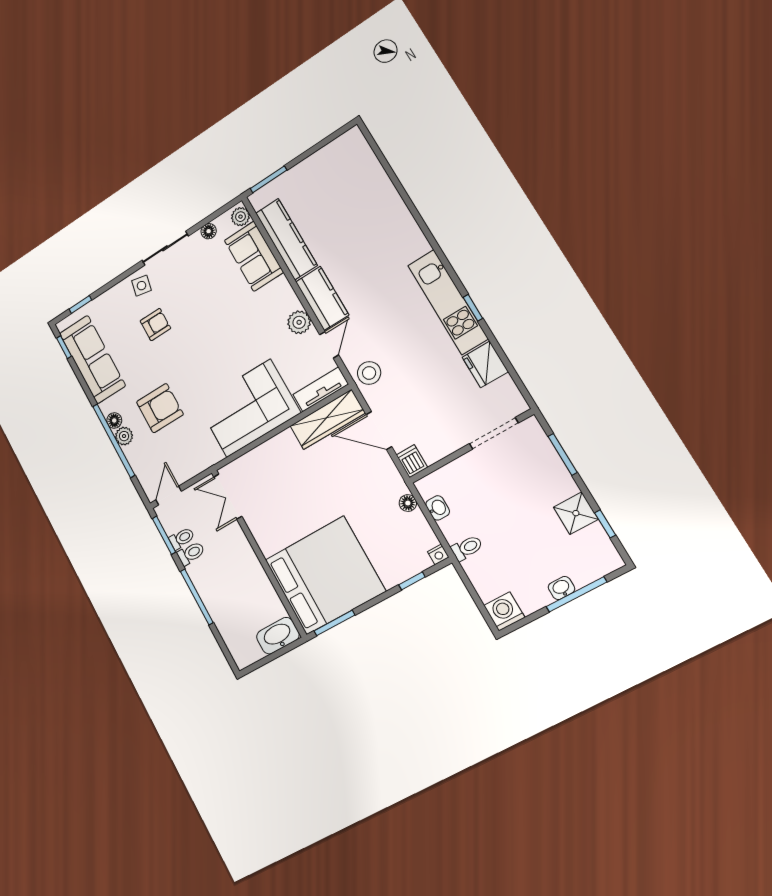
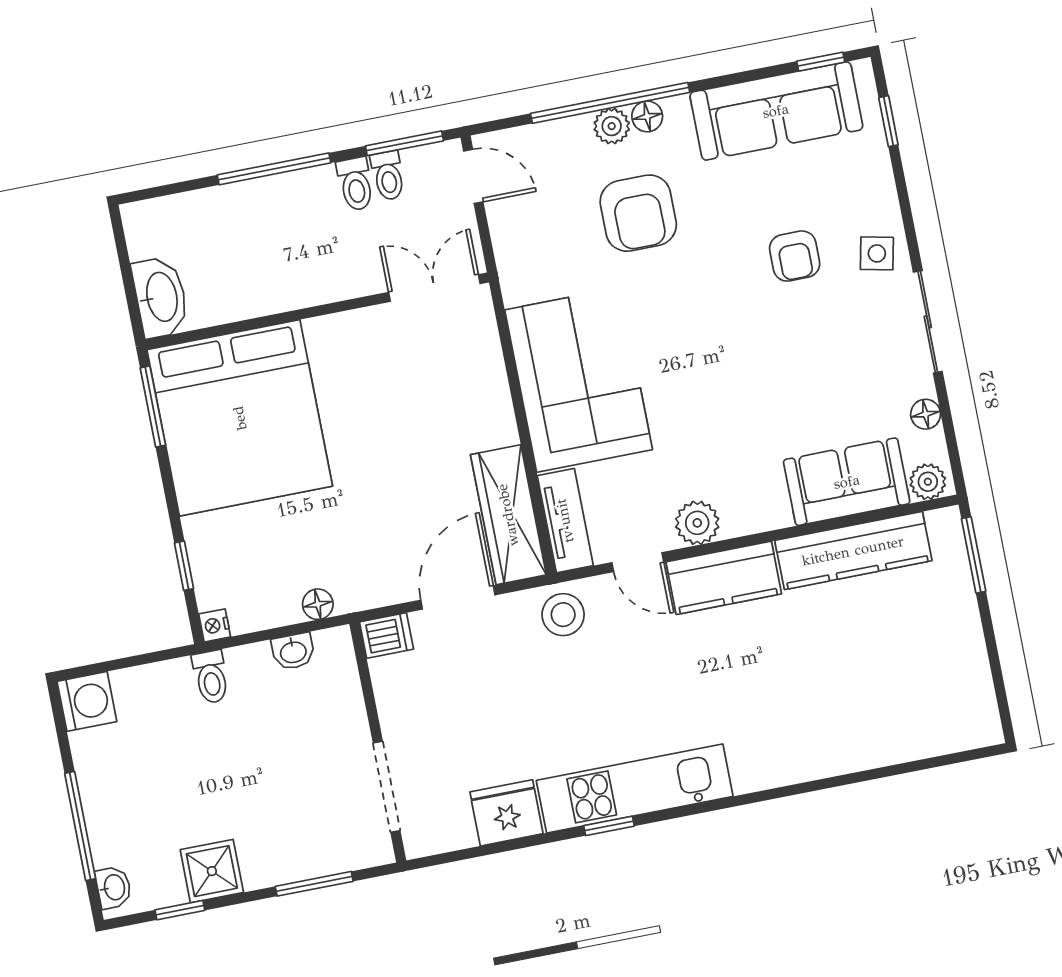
washbasin: (561, 588) -> (114, 887), moved

